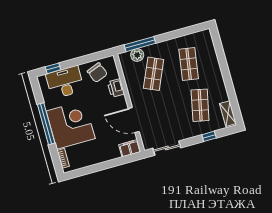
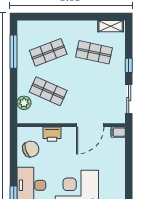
window: (140, 44) -> (14, 52), moved
shop shelf: (189, 64) -> (48, 52), turned -30
window: (209, 136) -> (129, 65), moved
filing cabinet: (130, 148) -> (118, 132), width x0.50

